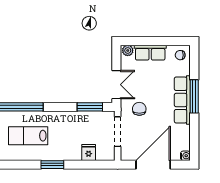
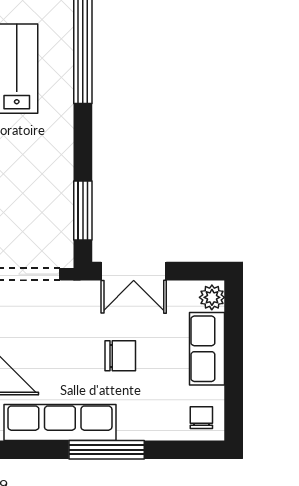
row of seats: (182, 100) -> (60, 422), moved
chair: (139, 109) -> (120, 356), moved

